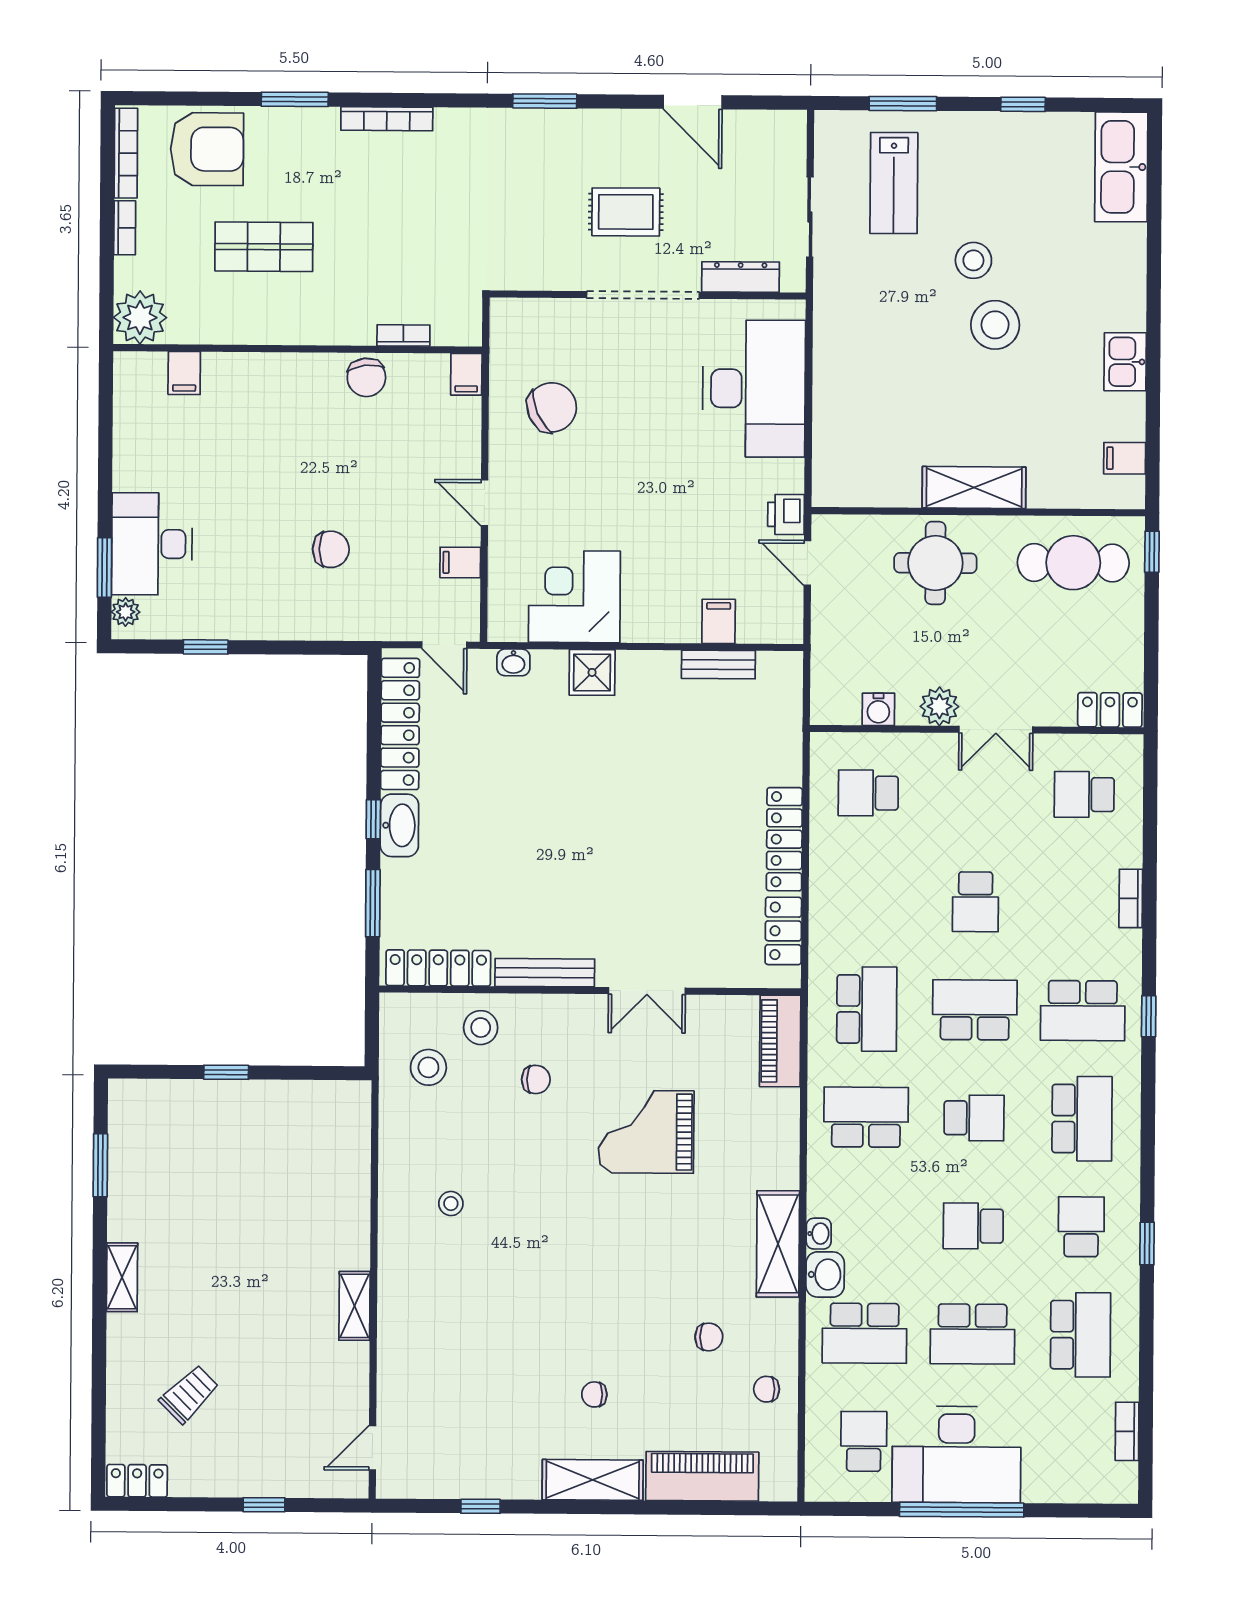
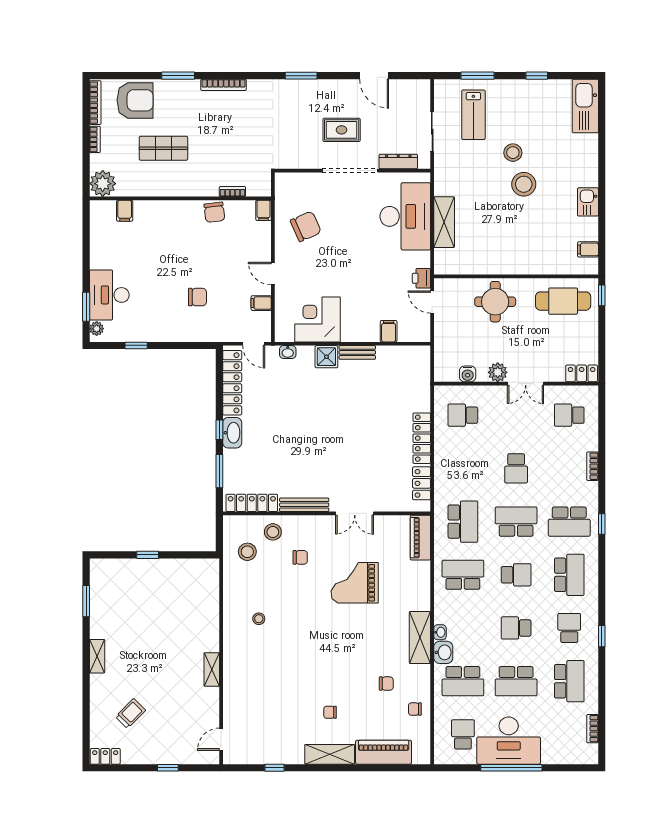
shelving: (974, 487) -> (444, 222), moved, turned 90
bench: (718, 665) -> (357, 352), moved

